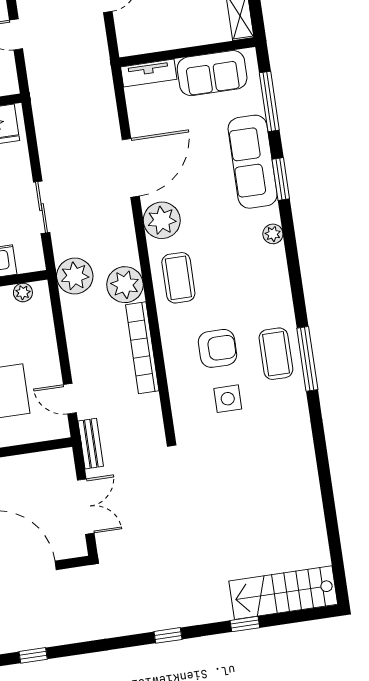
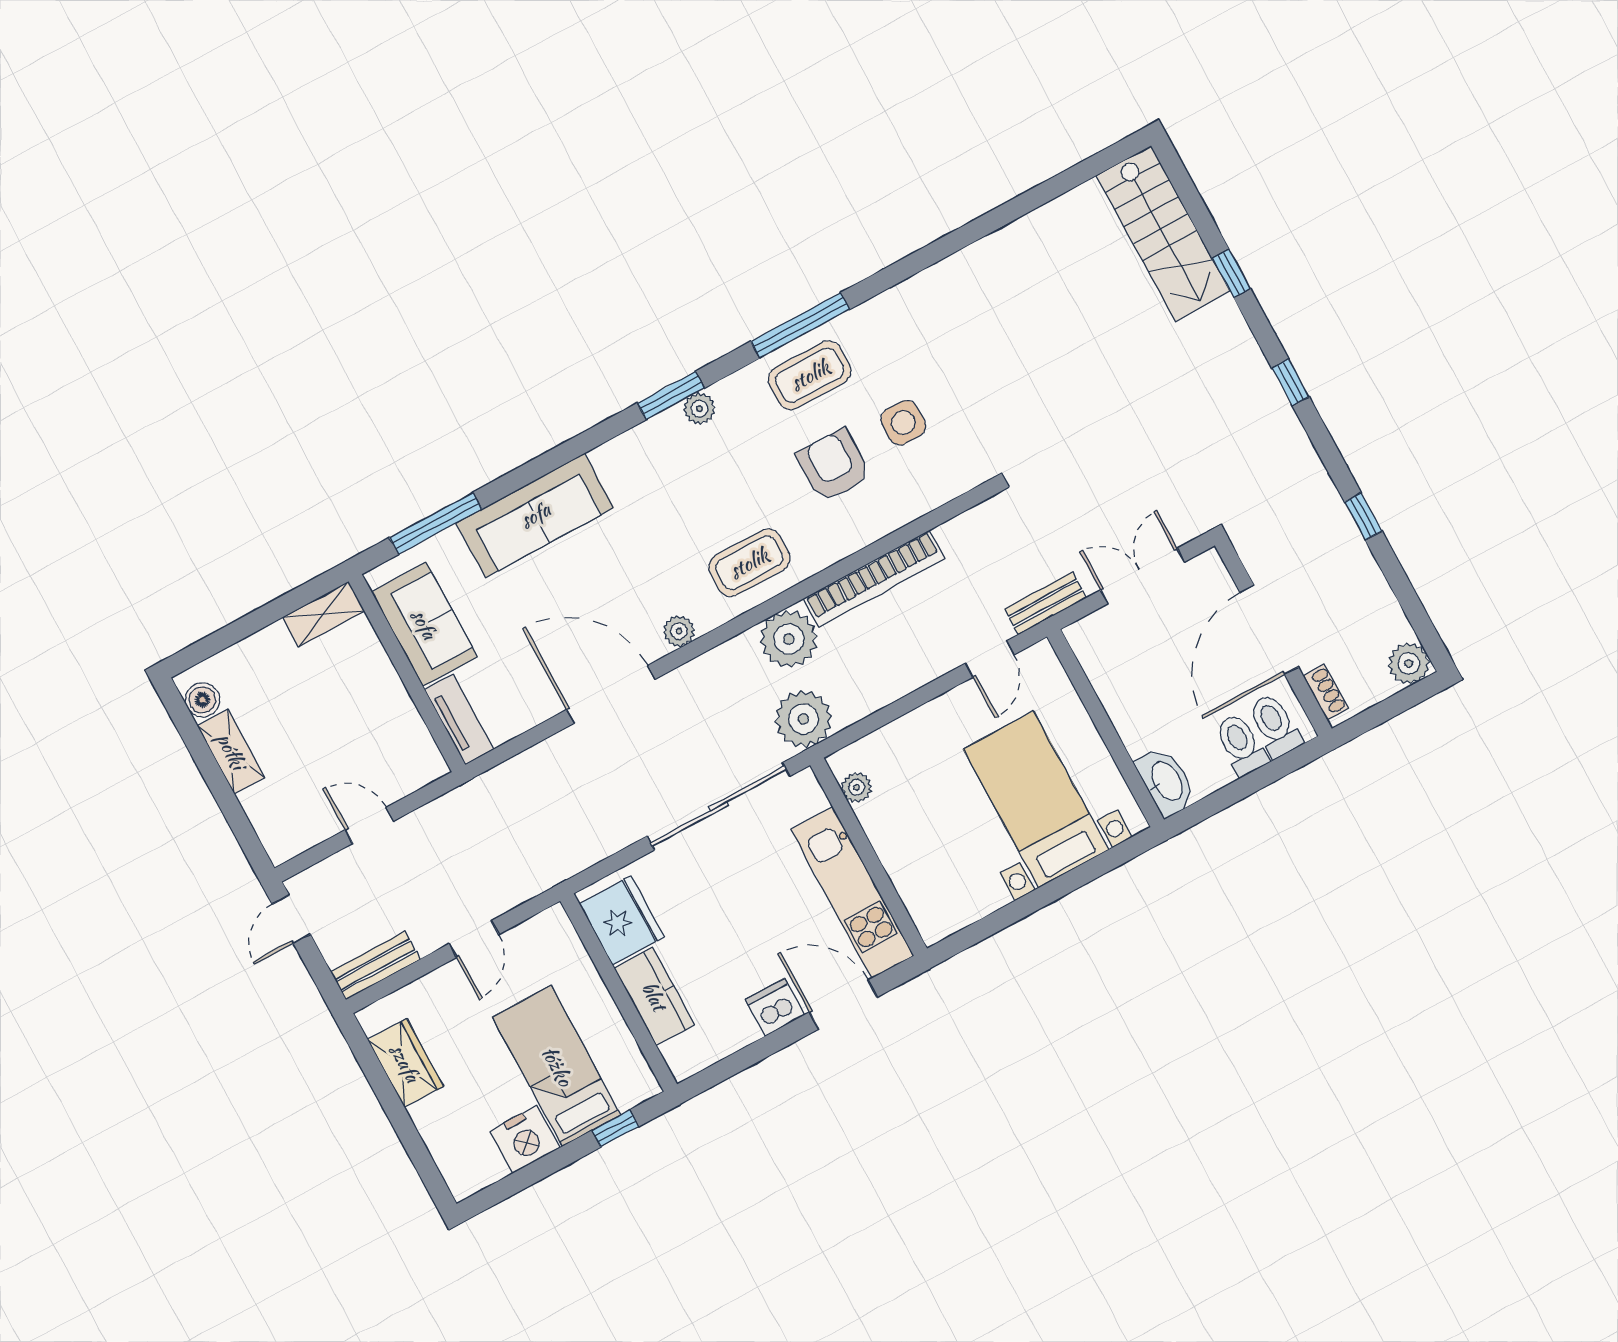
window: (281, 179) -> (671, 396), moved
sliding door: (42, 207) -> (719, 806), width x1.86
plant: (162, 220) -> (679, 631), width x0.53, depth x0.53
plant: (273, 234) -> (699, 409), moved
window: (33, 655) -> (1363, 517), moved

